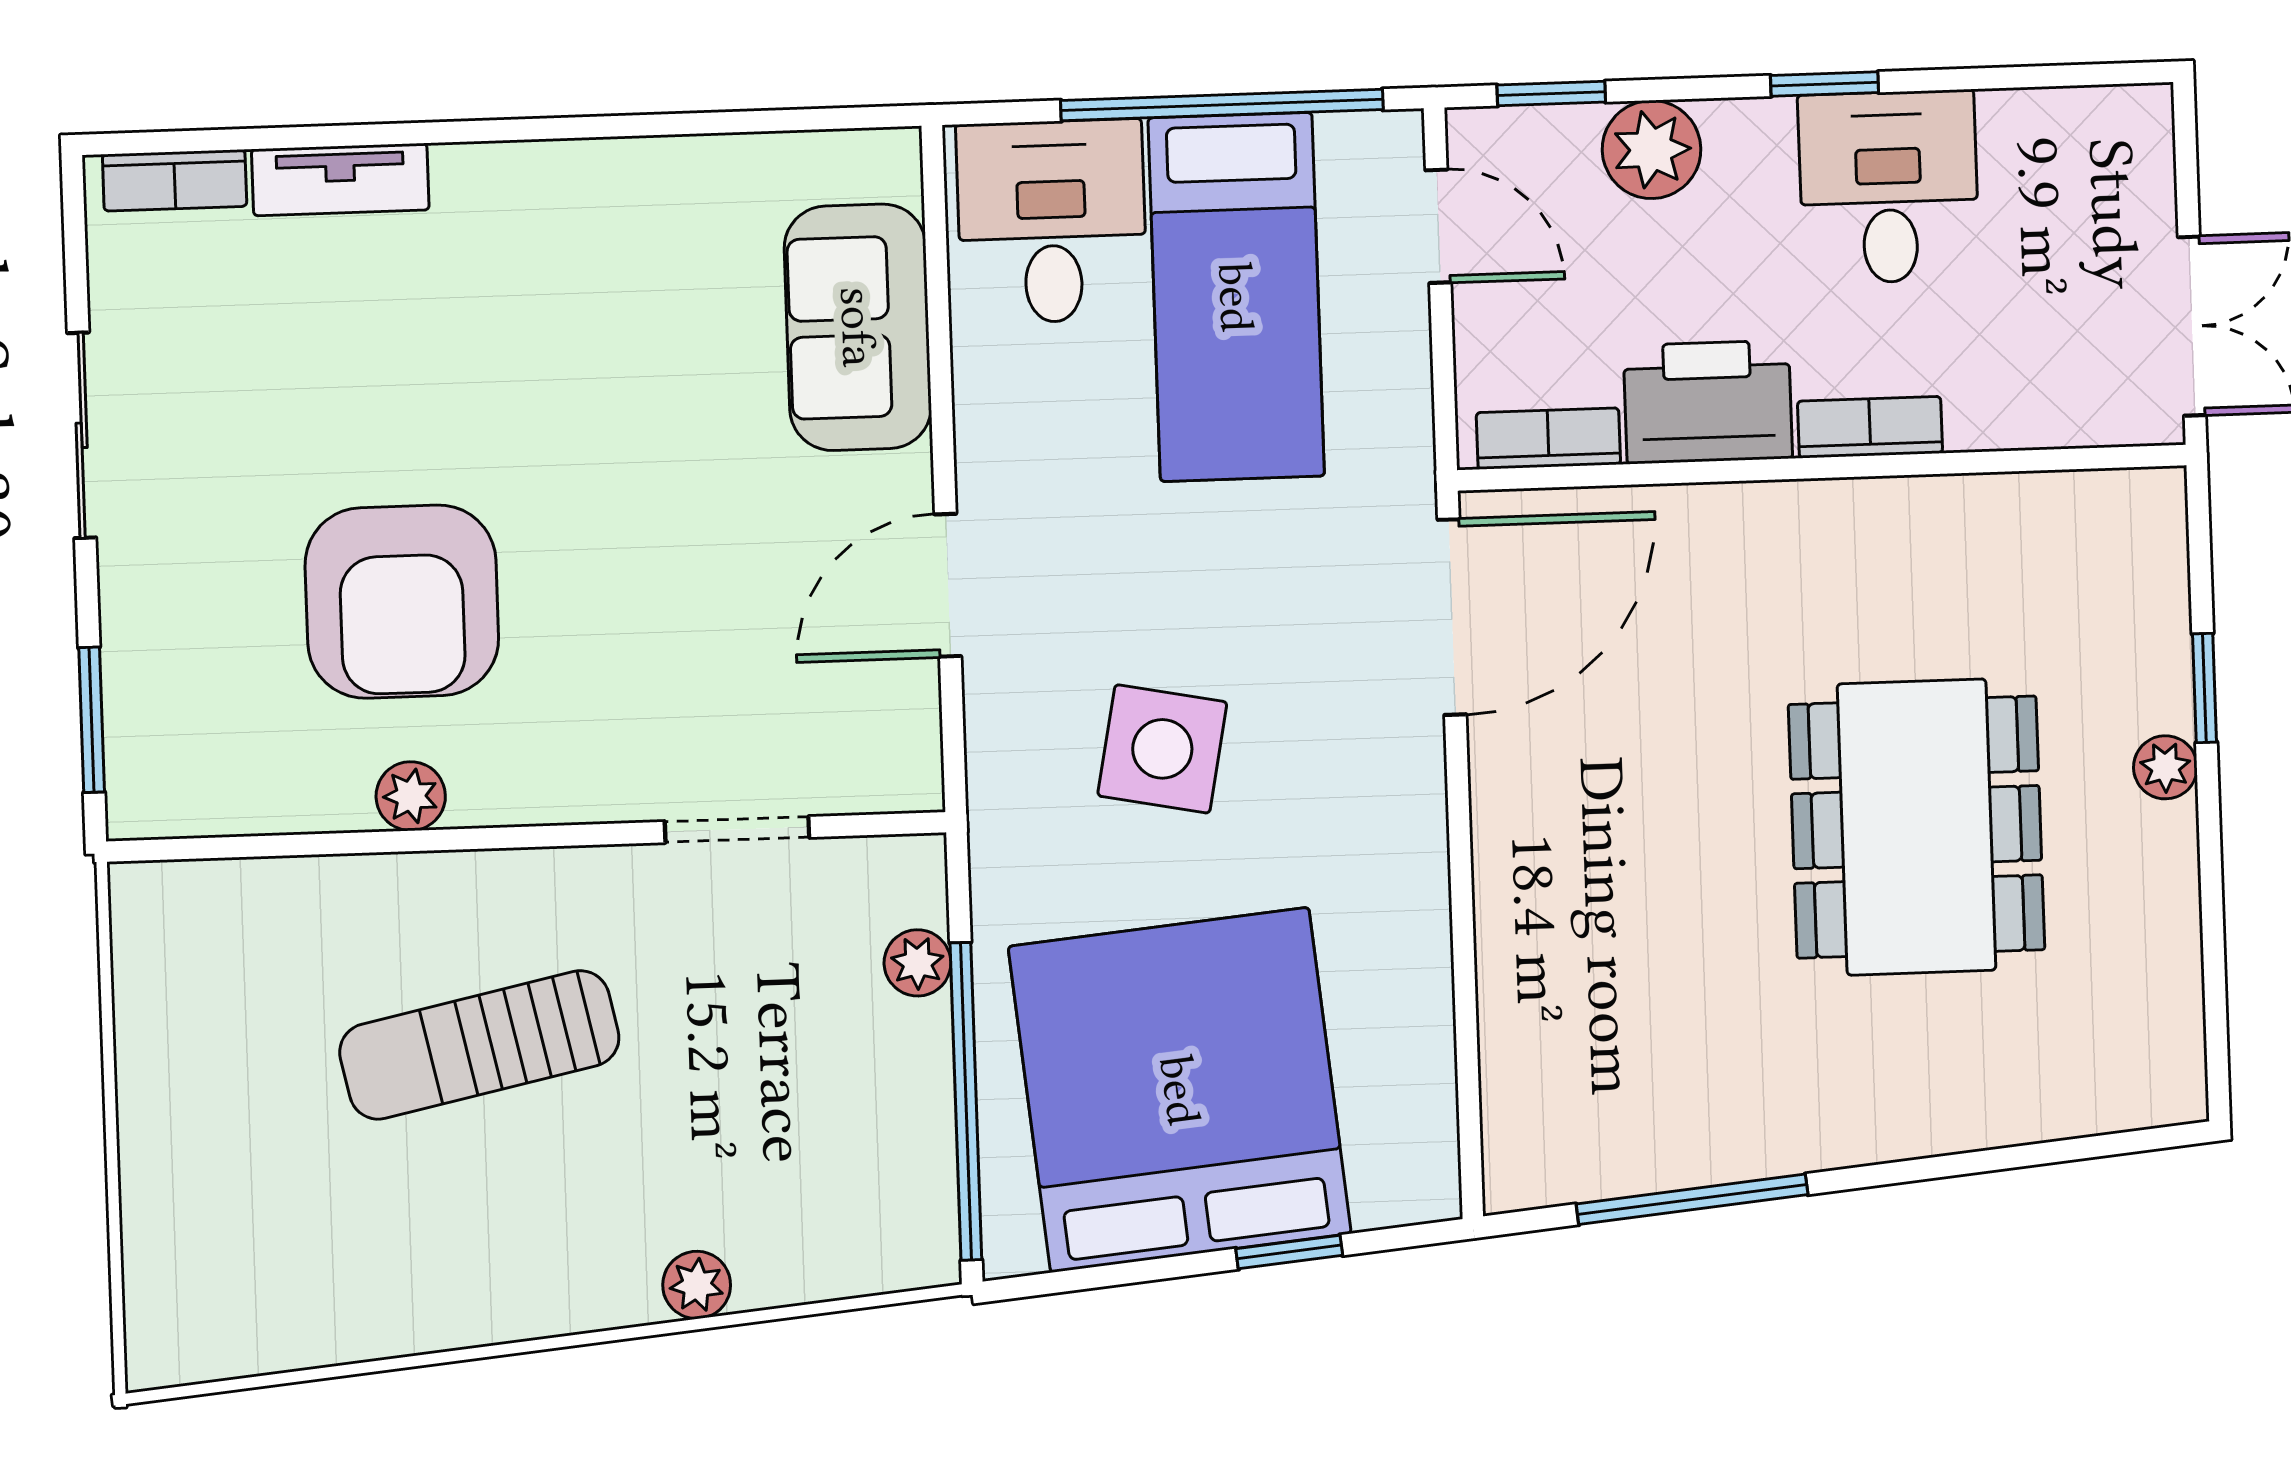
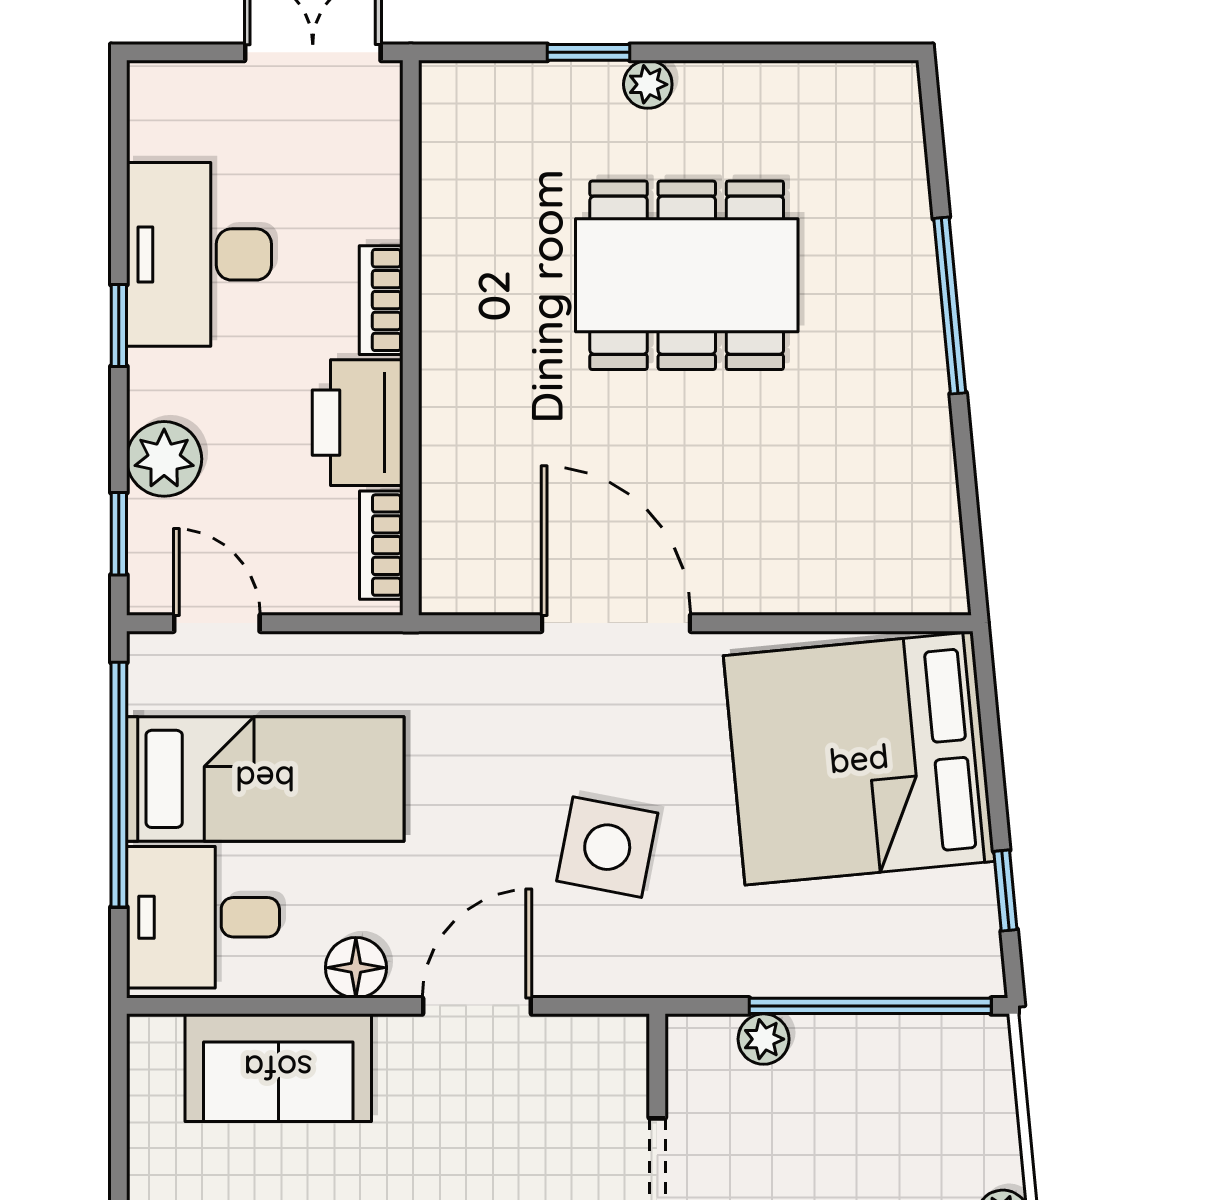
desk: (1889, 187) -> (199, 254), width x1.37
door: (1438, 226) -> (217, 623), hinge flipped
floor lamp: (992, 425) -> (356, 968), added
door: (948, 585) -> (477, 1006), swing flipped
door: (1452, 617) -> (616, 623), moved
bed: (1180, 1090) -> (859, 758), moved
window: (1692, 1199) -> (950, 306), moved
window: (1289, 1252) -> (1005, 891), moved

